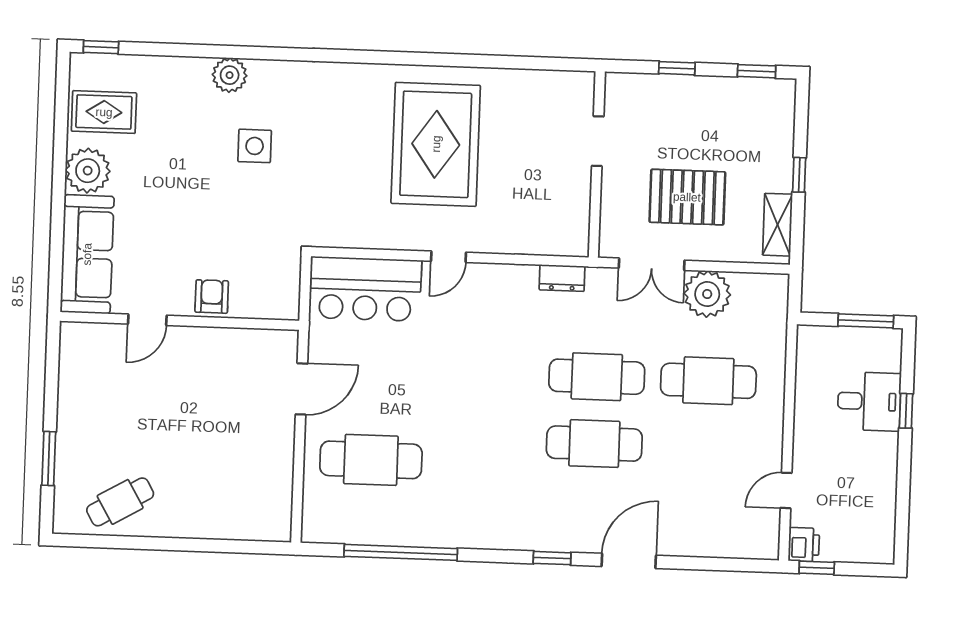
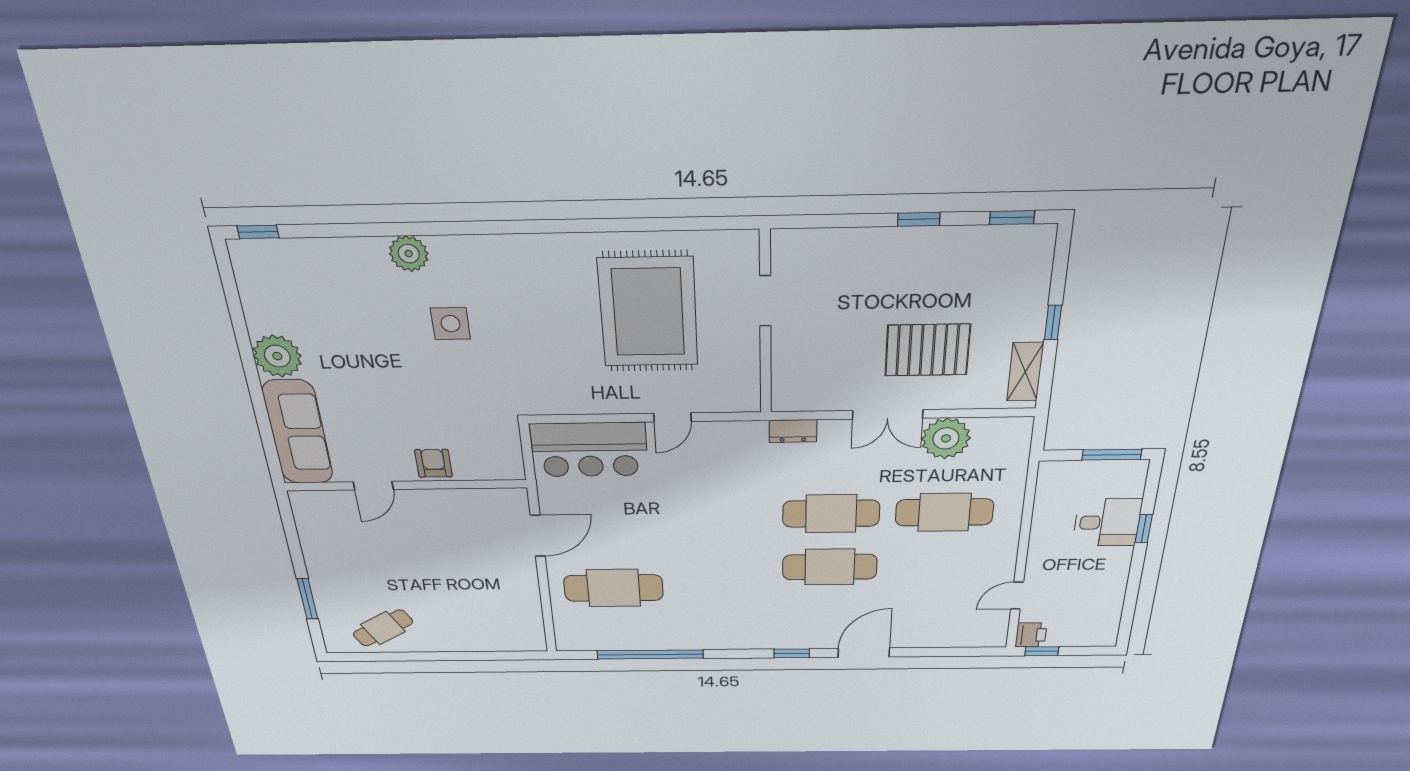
rug: (104, 112) -> (279, 298), removed
doorway: (598, 141) -> (765, 301), moved
wall: (597, 164) -> (765, 324), moved

